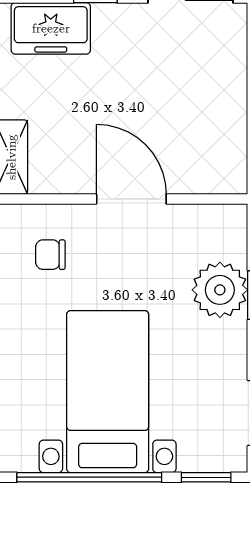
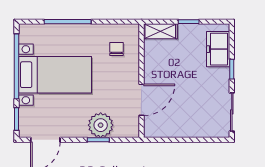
door: (131, 199) -> (141, 100), moved

